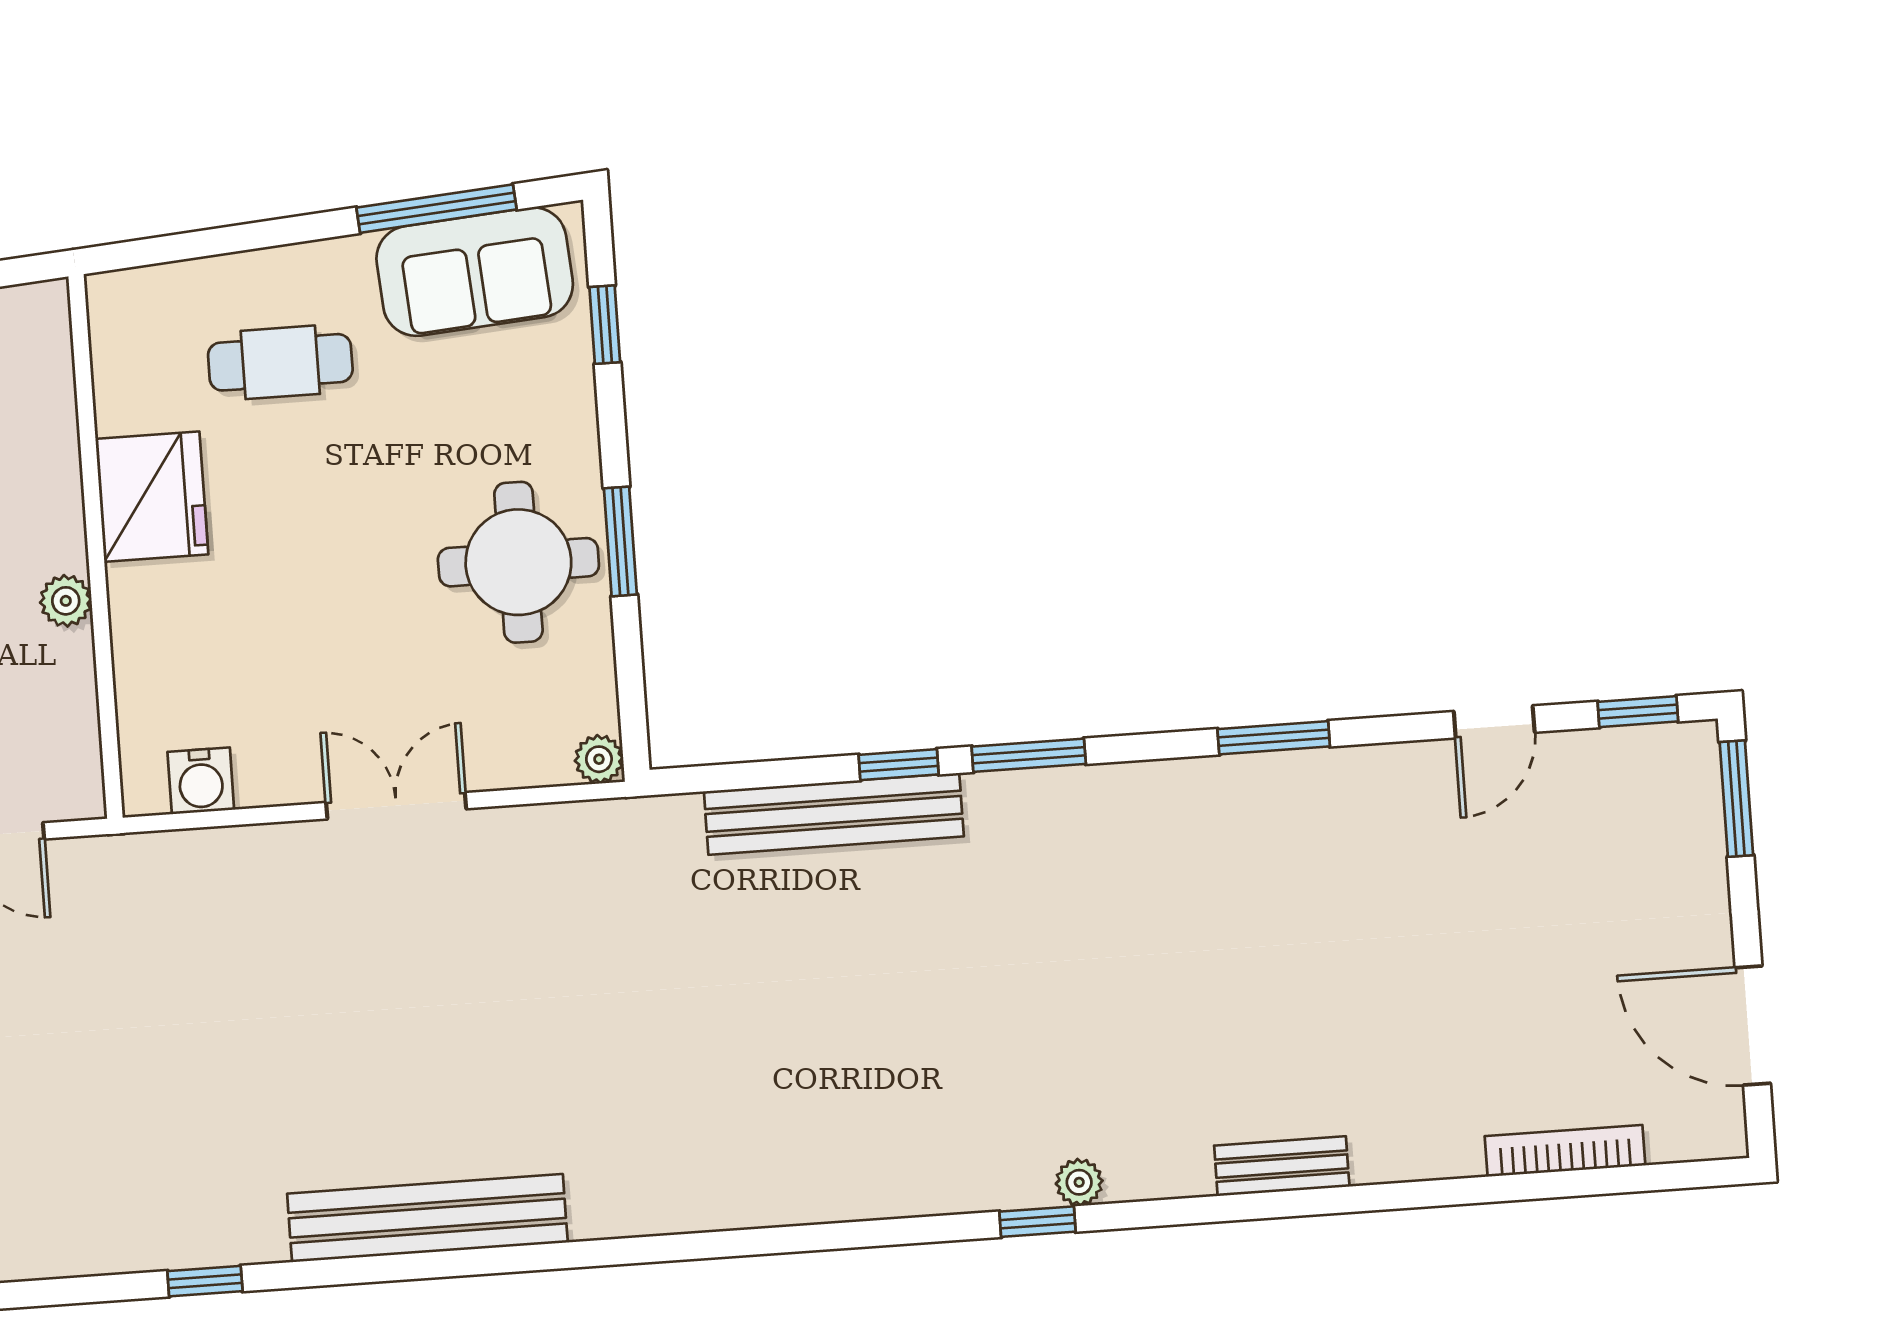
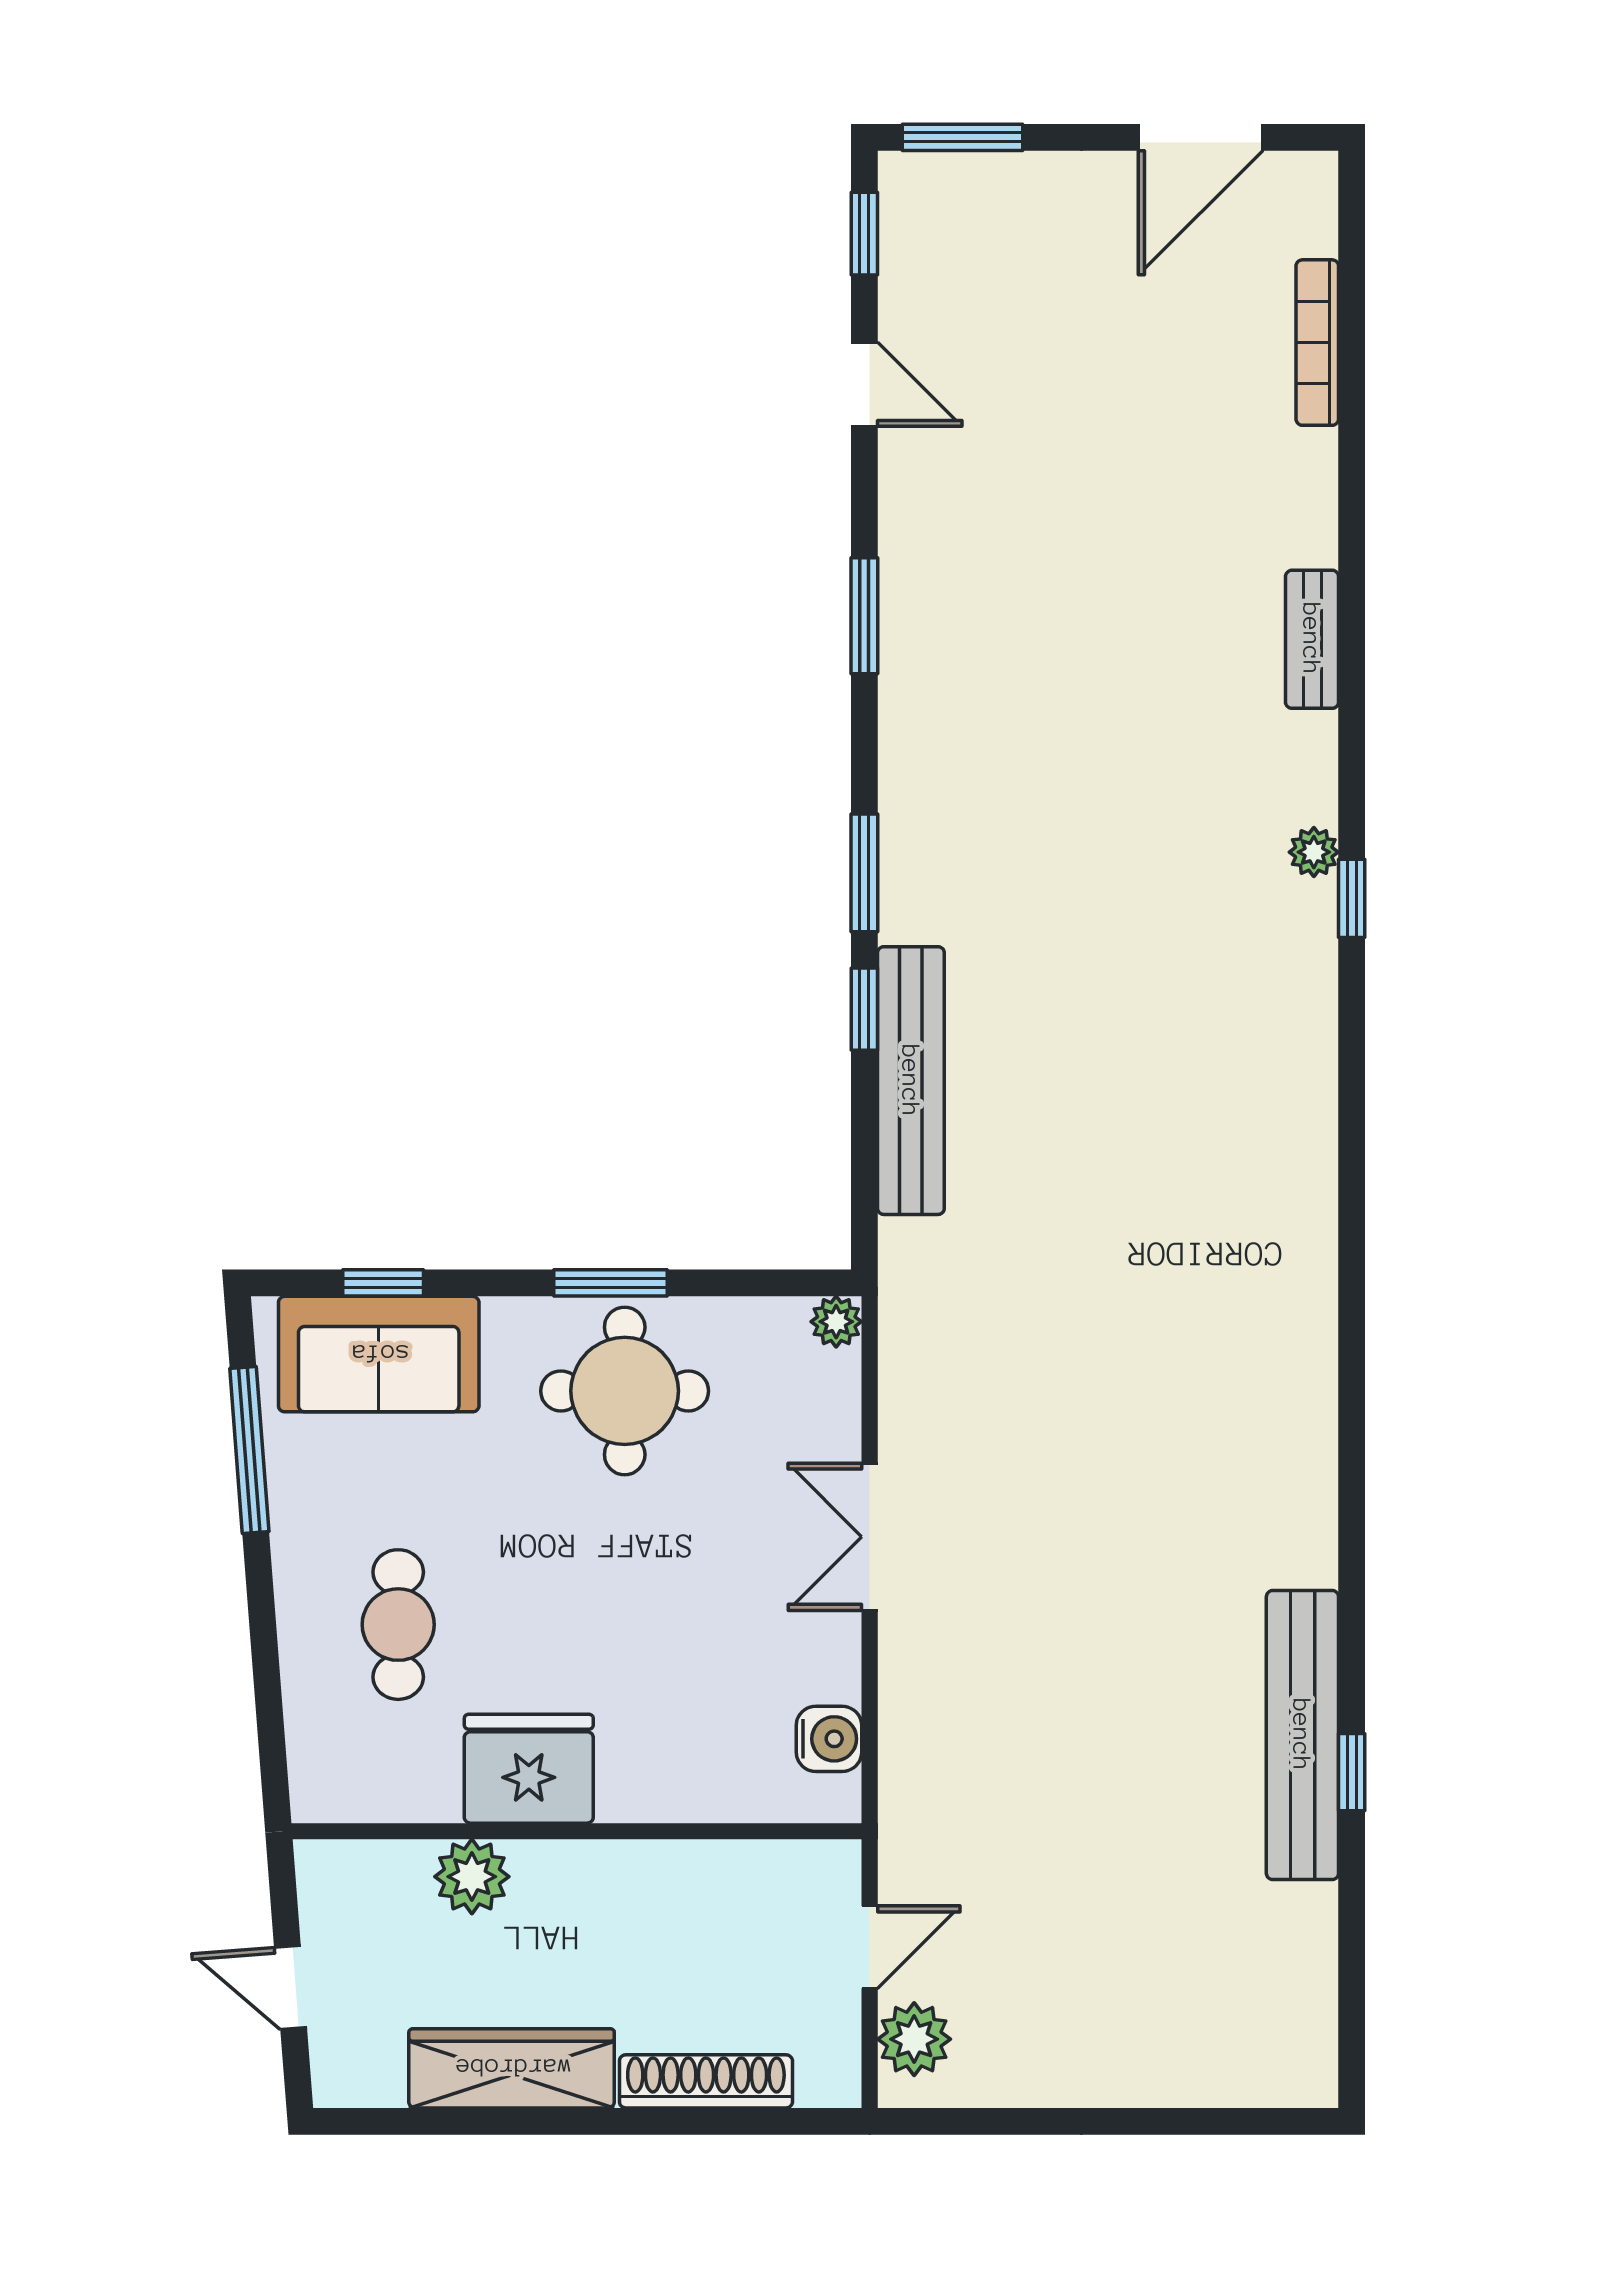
sofa: (475, 272) -> (379, 1354), moved, turned 94
plant: (66, 601) -> (472, 1877), moved, width x1.38, depth x1.38
bench: (427, 1218) -> (1302, 1735), moved

